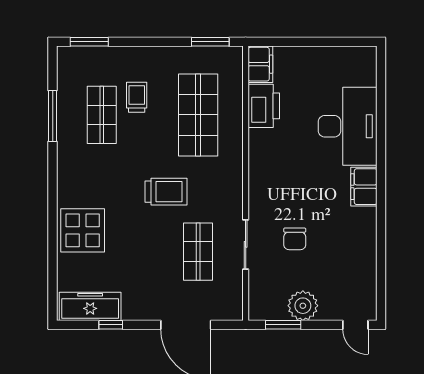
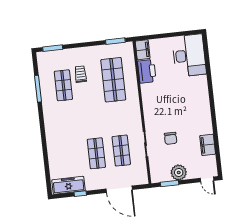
desk: (348, 126) -> (189, 55), moved
filing cabinet: (364, 187) -> (208, 145), moved
trolley: (166, 192) -> (101, 121), removed
display table: (83, 230) -> (60, 146), removed
shop shelf: (150, 252) -> (96, 153), added

